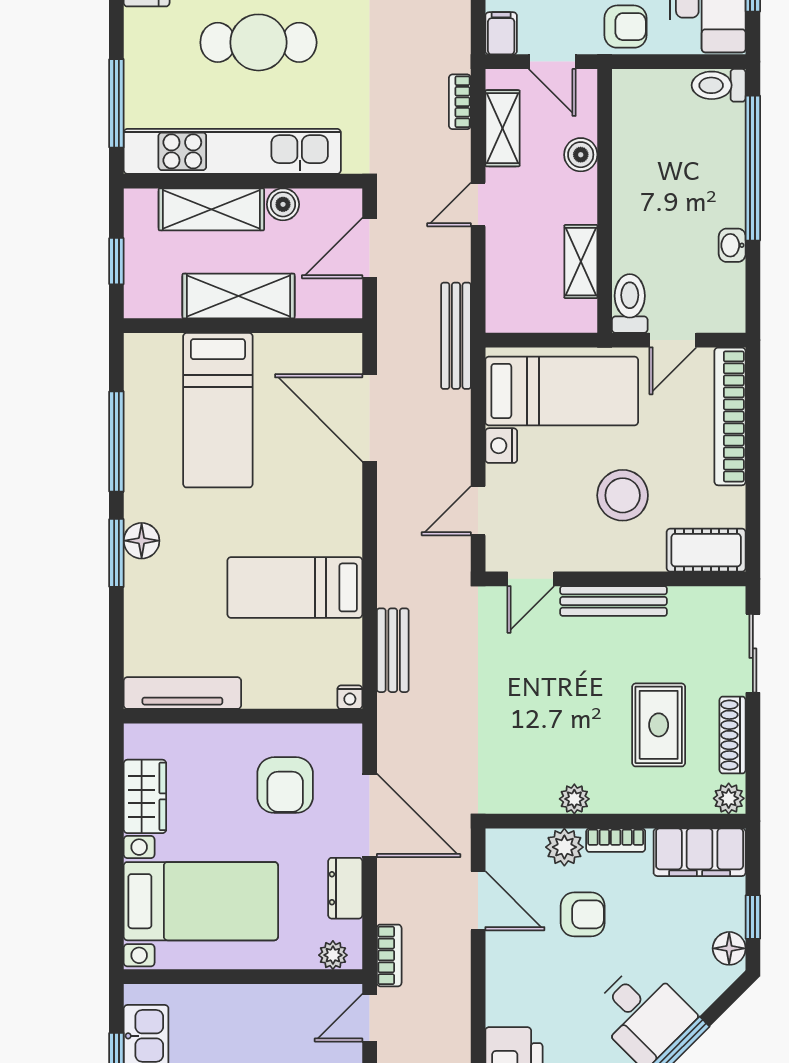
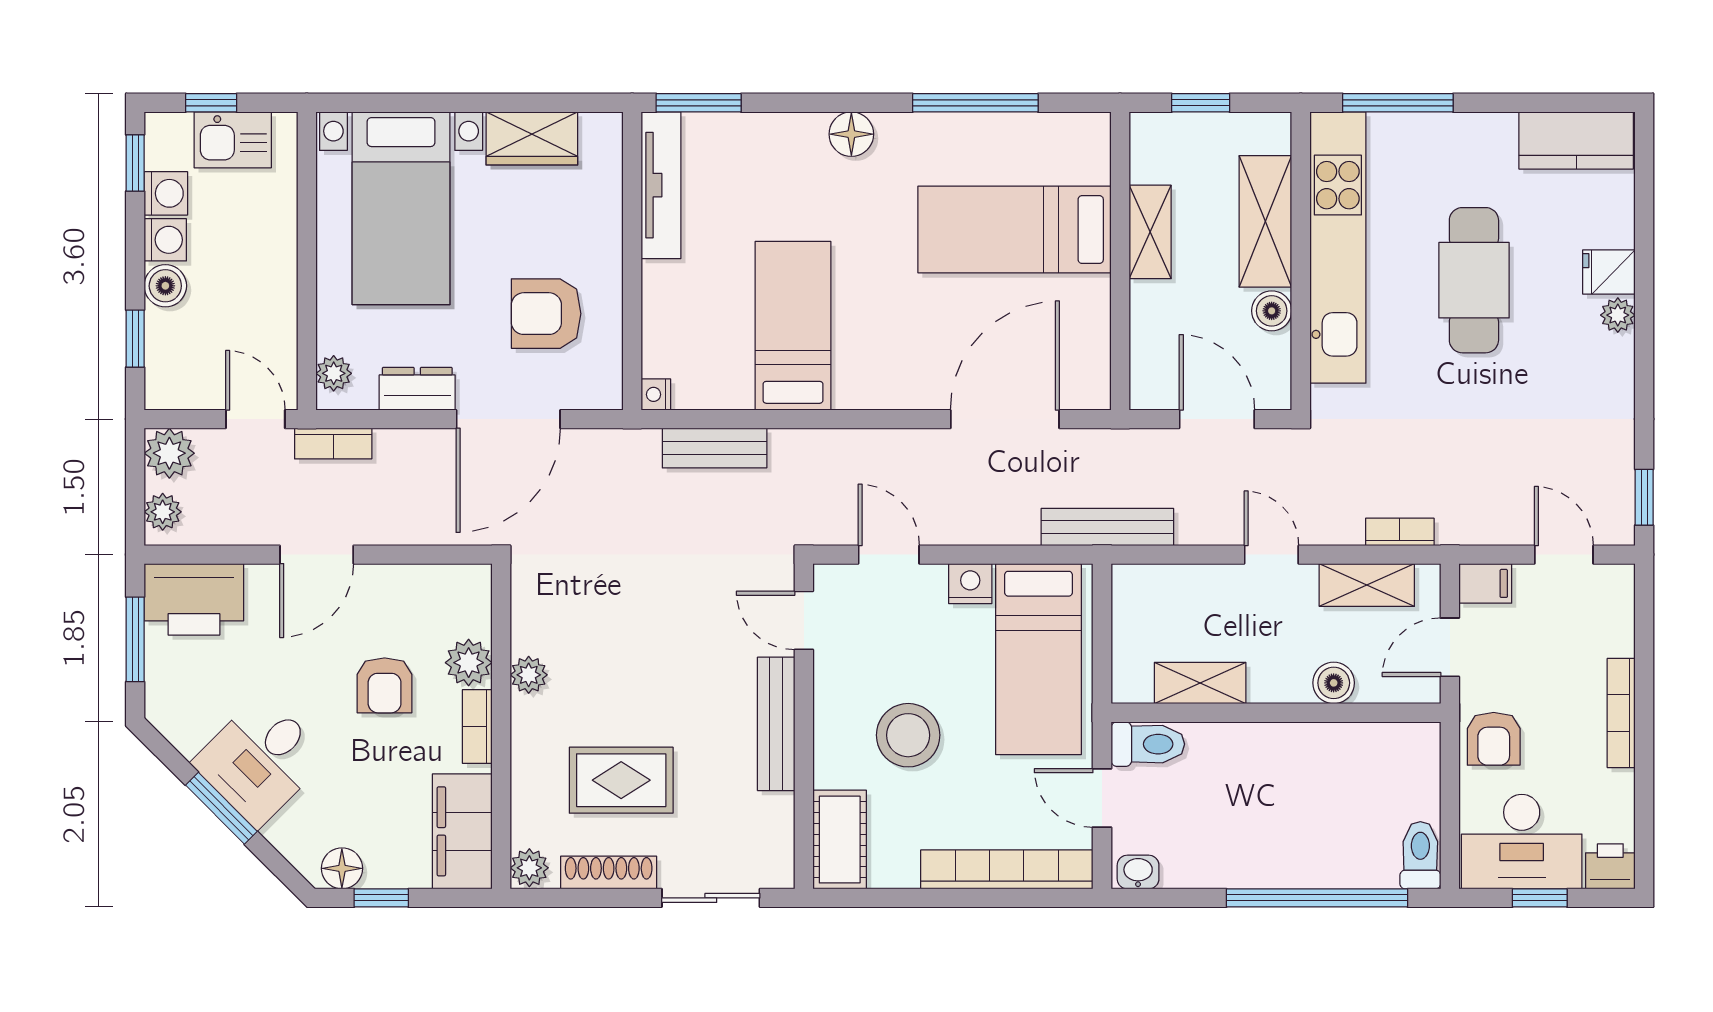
washbasin: (732, 245) -> (1138, 872), moved
shelving: (239, 296) -> (1150, 232), width x0.67, depth x0.75
window: (116, 553) -> (699, 103), moved
door: (478, 901) -> (317, 555), moved

